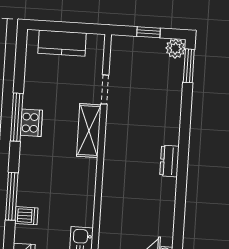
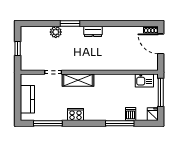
plant: (175, 48) -> (56, 32), moved
window: (189, 66) -> (70, 23), moved
window: (17, 117) -> (48, 123), moved

